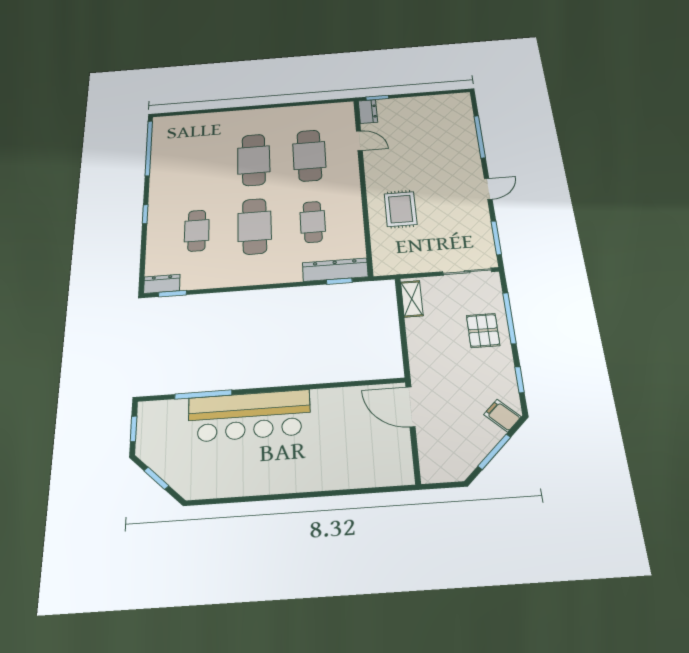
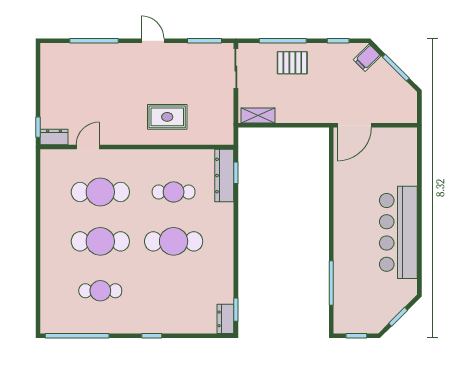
cafe table: (197, 231) -> (100, 291), moved
bar counter: (249, 416) -> (398, 232), moved, turned 180

